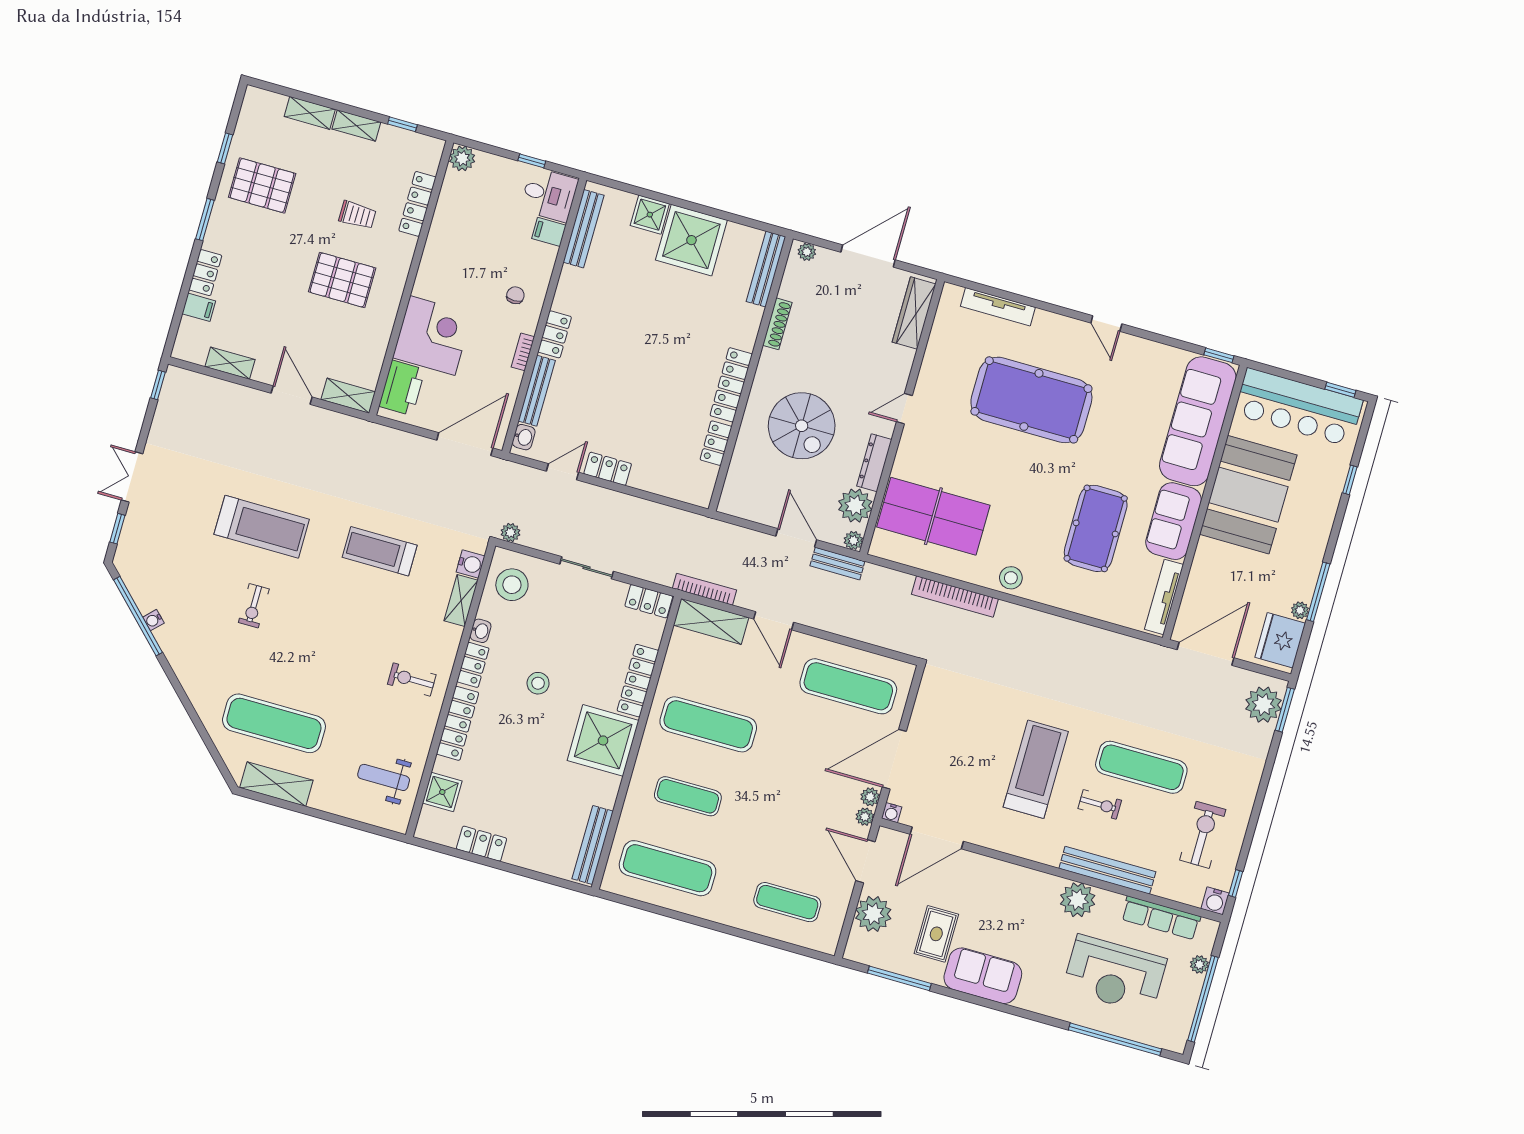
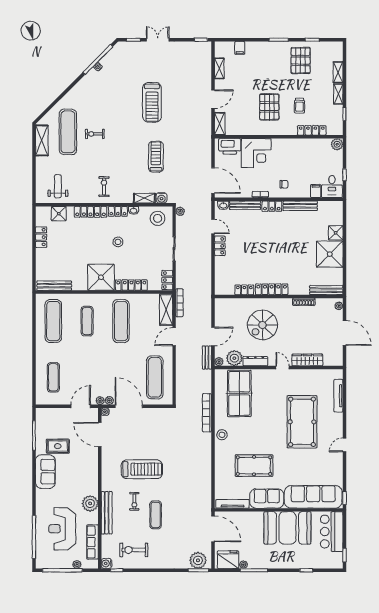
bench: (584, 229) -> (300, 206), moved
locker: (205, 273) -> (256, 46), removed
wardrobe: (914, 313) -> (307, 360), moved
bar counter: (1298, 407) -> (332, 532), width x0.73
exercise bike: (254, 606) -> (95, 134), moved
exercise mat: (1141, 767) -> (156, 515), width x0.73, depth x0.69
exercise bike: (1203, 835) -> (134, 550), turned 180
plant: (873, 914) -> (59, 416), removed

